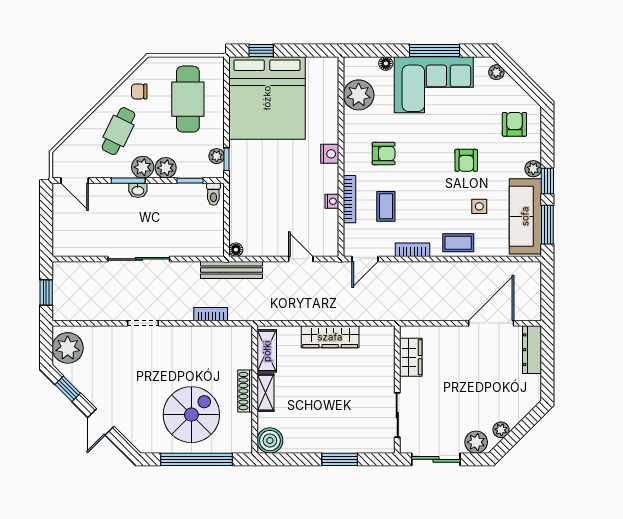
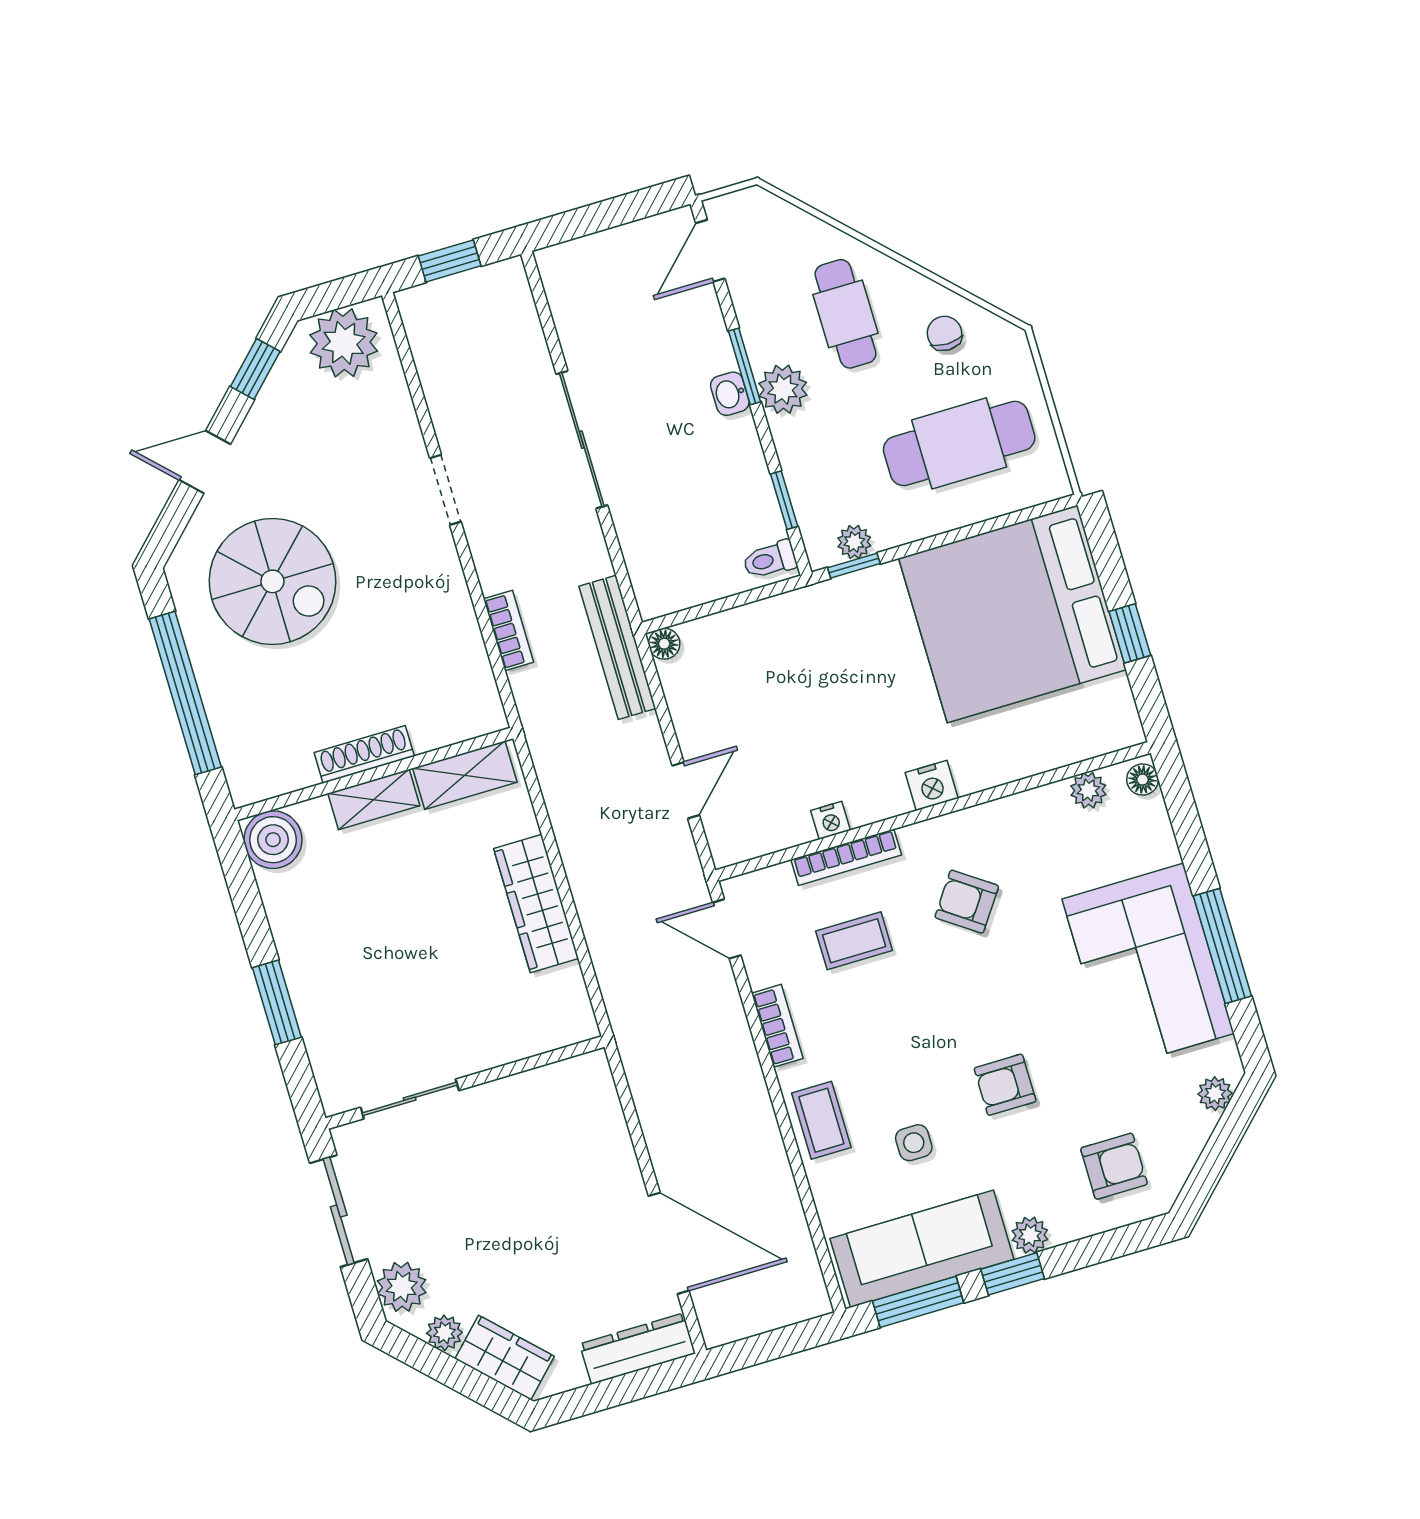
window: (261, 50) -> (1130, 633), moved
floor lamp: (386, 63) -> (1143, 779), moved
plant: (359, 95) -> (1088, 790), width x0.53, depth x0.53
cafe table: (119, 131) -> (846, 314), turned 64
armchair: (384, 154) -> (967, 902), turned 125
plant: (166, 168) -> (796, 439), removed
wardrobe: (411, 357) -> (505, 1358), moved, turned -135
spiral stairs: (191, 415) -> (272, 581), moved

